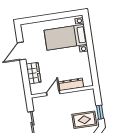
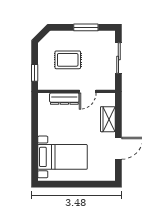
window: (100, 112) -> (35, 73), moved
rug: (84, 120) -> (68, 60), moved

